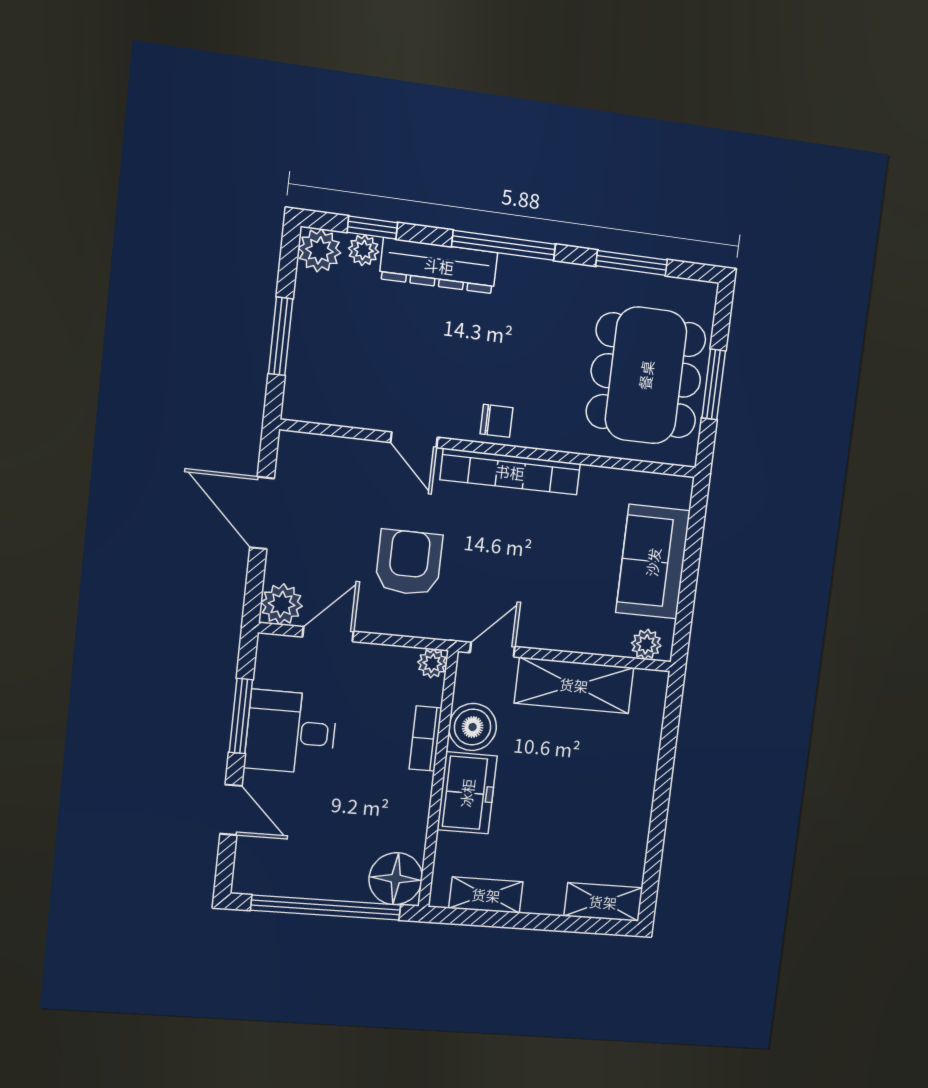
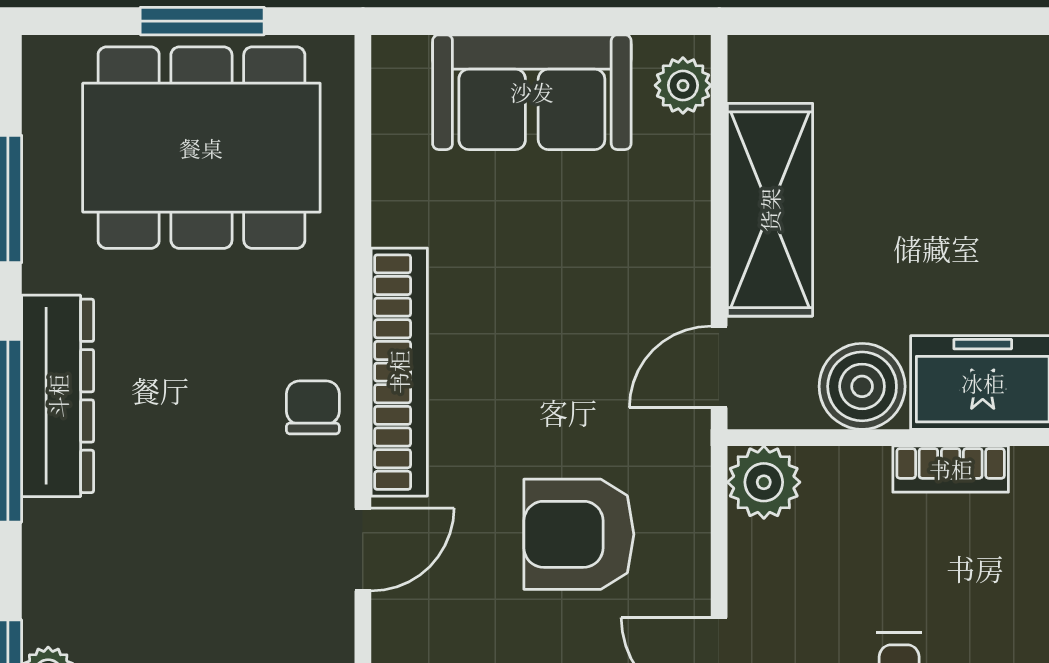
dresser: (439, 266) -> (58, 396), moved
door: (492, 650) -> (719, 367), hinge flipped
plant: (432, 663) -> (764, 482), width x1.38, depth x1.38
bookcase: (426, 738) -> (951, 469), moved

